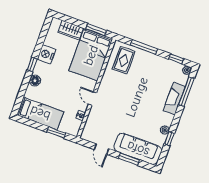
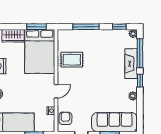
rug: (124, 60) -> (72, 60), moved, turned 90
door: (92, 99) -> (56, 91), swing flipped
armchair: (92, 128) -> (65, 118), added
window: (169, 139) -> (140, 81), moved

